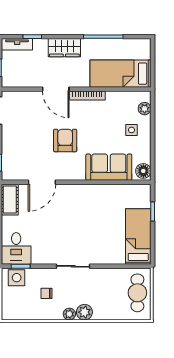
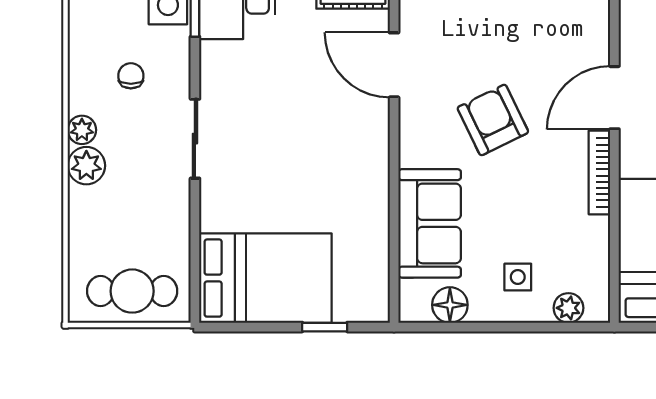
armchair: (65, 140) -> (493, 120), turned -116
floor lamp: (143, 171) -> (450, 305), moved
bed: (138, 237) -> (265, 278), width x1.50

